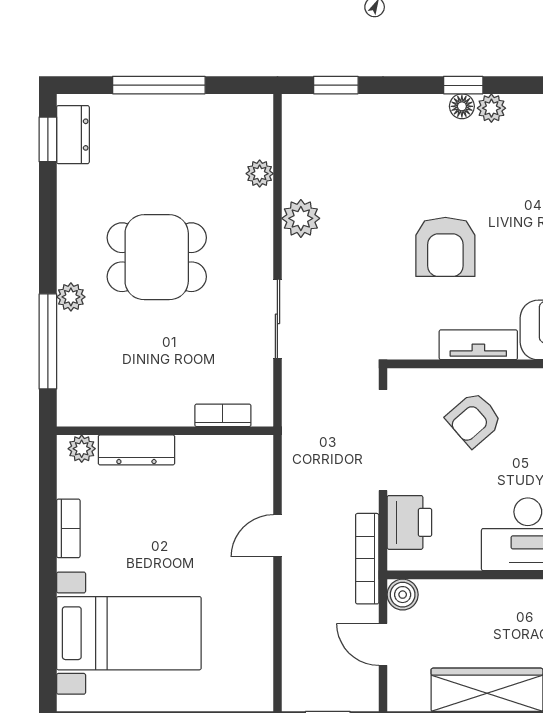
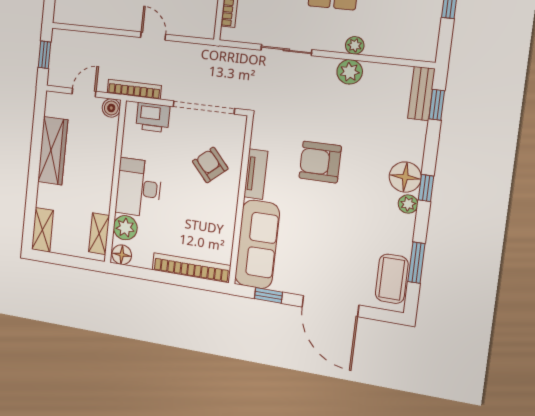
floor lamp: (462, 106) -> (405, 177), width x1.89, depth x1.89
bench: (322, 109) -> (421, 94), added
plant: (260, 174) -> (355, 45), moved

